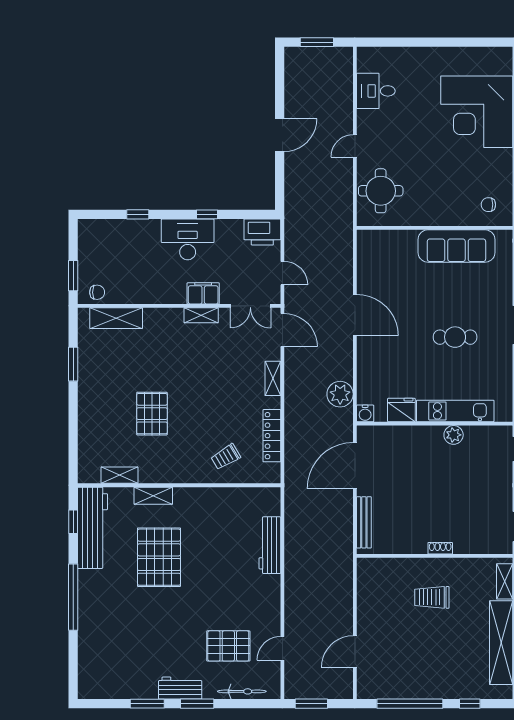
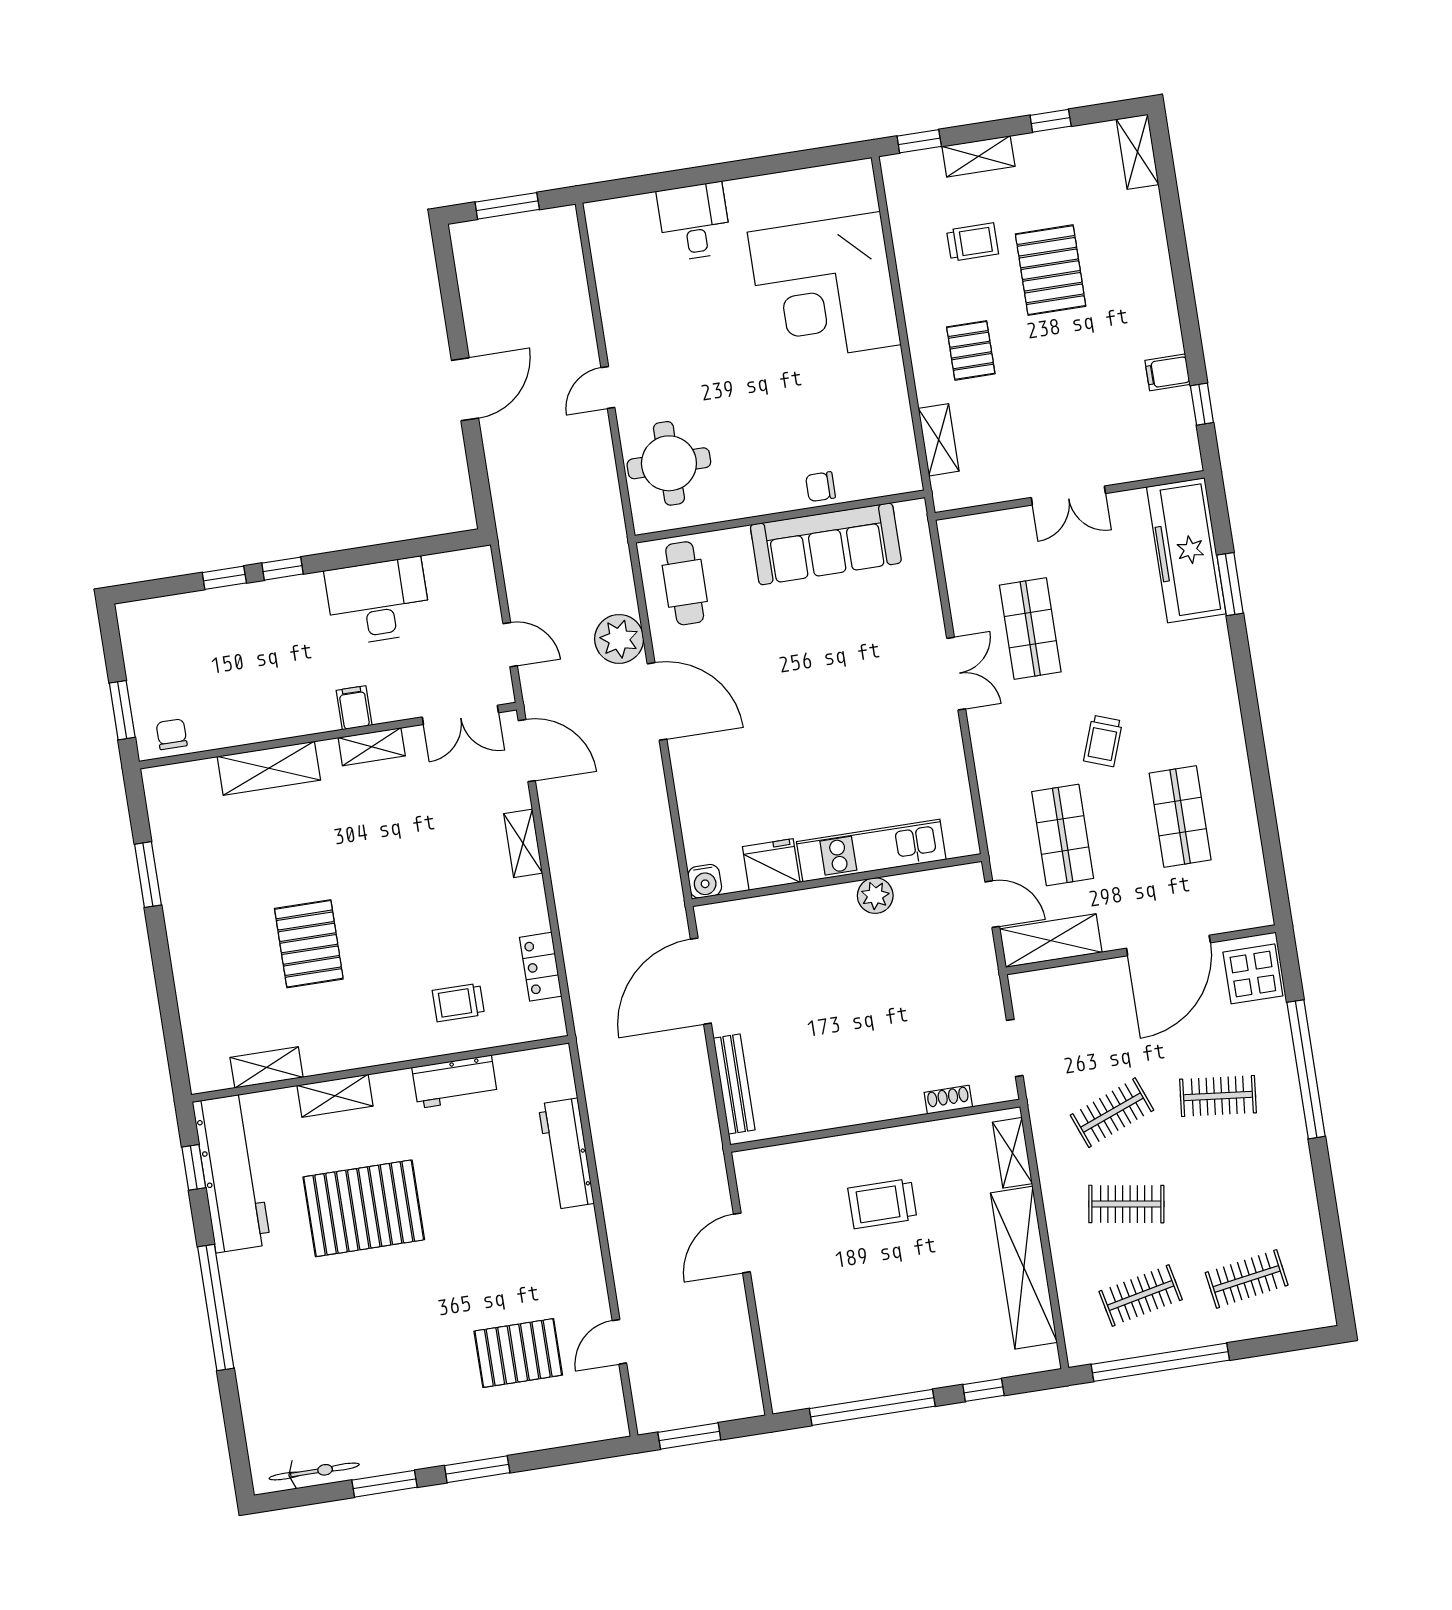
desk: (376, 91) -> (694, 222), moved, turned 90
chair: (488, 205) -> (820, 487), moved
window: (207, 214) -> (282, 569), moved
printer: (262, 232) -> (461, 574), removed
desk: (188, 239) -> (378, 601), moved
chair: (97, 292) -> (172, 734), turned -90
filing cabinet: (203, 293) -> (354, 708), width x0.50
shelving: (116, 318) -> (269, 768), moved
cafe table: (455, 337) -> (685, 583), moved, turned 90
plant: (340, 394) -> (619, 639), moved
locker: (272, 436) -> (541, 967), width x0.66
trolley: (226, 457) -> (458, 1002), turned 31
shoe rack: (440, 548) -> (948, 1100), moved
pallet: (159, 557) -> (364, 1208), turned 90
door: (355, 652) -> (742, 1243), moved
workbench: (180, 688) -> (455, 1082), moved, turned 180
bicycle: (242, 691) -> (314, 1471), moved

